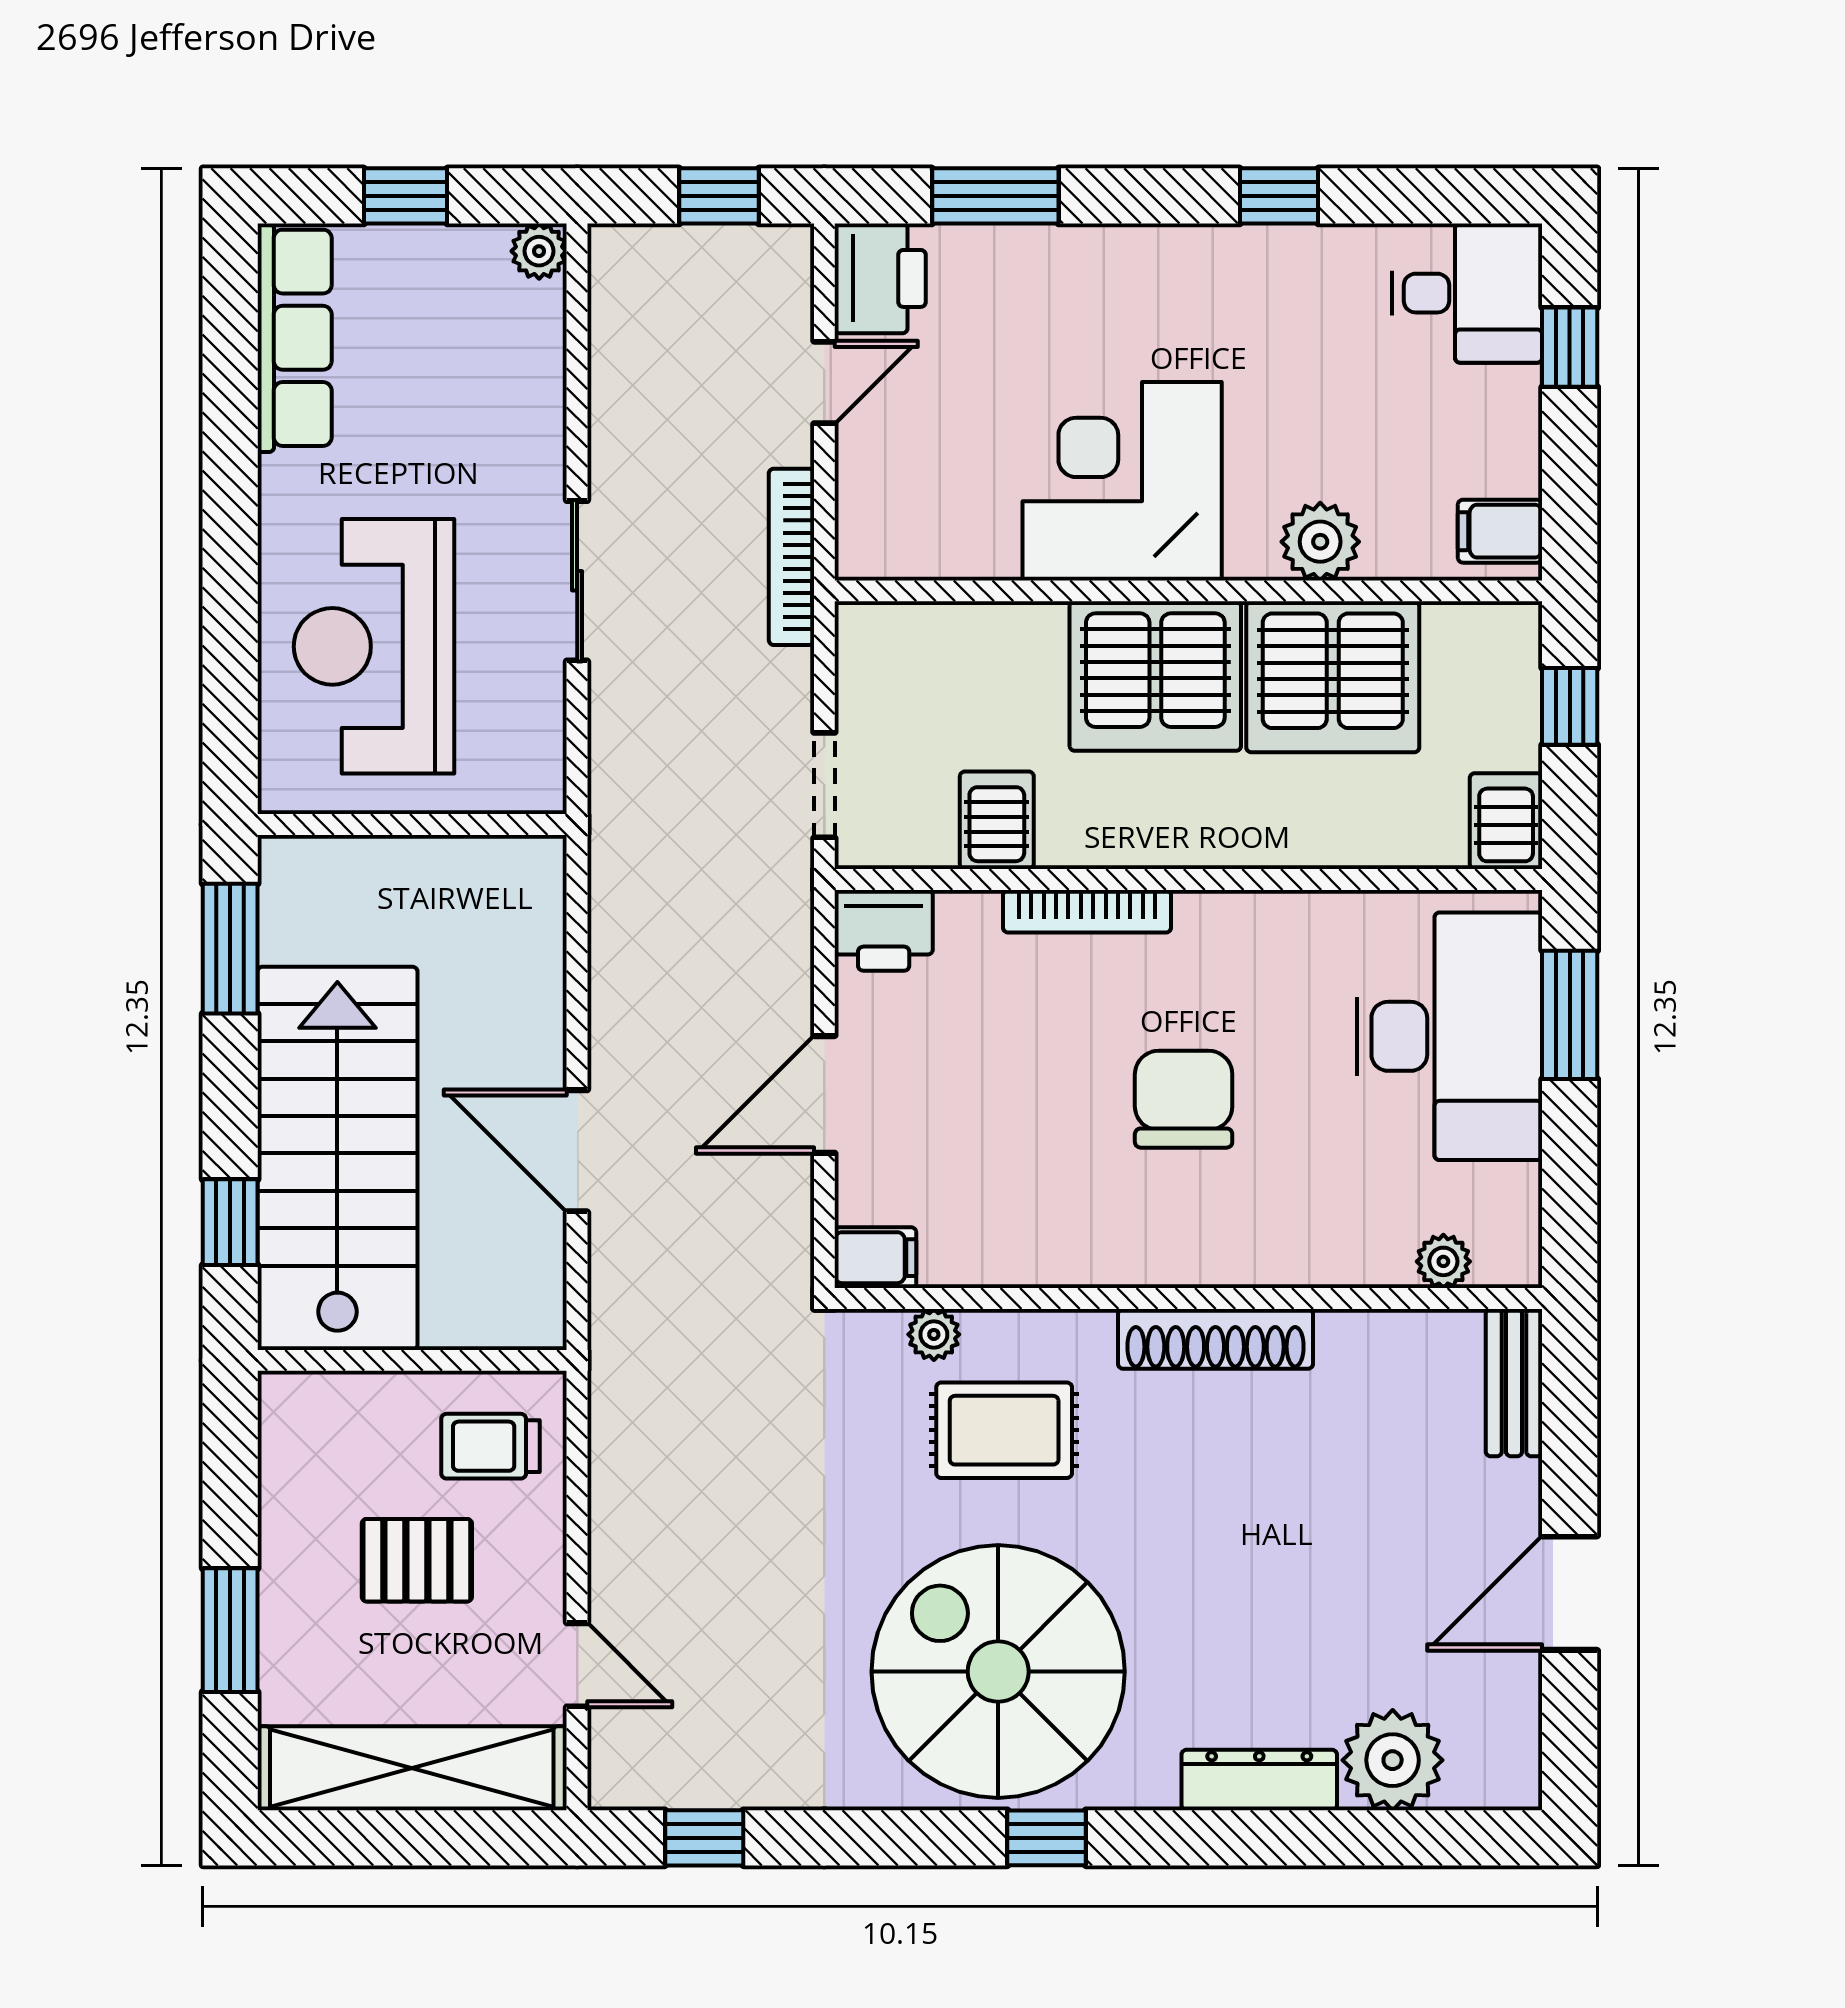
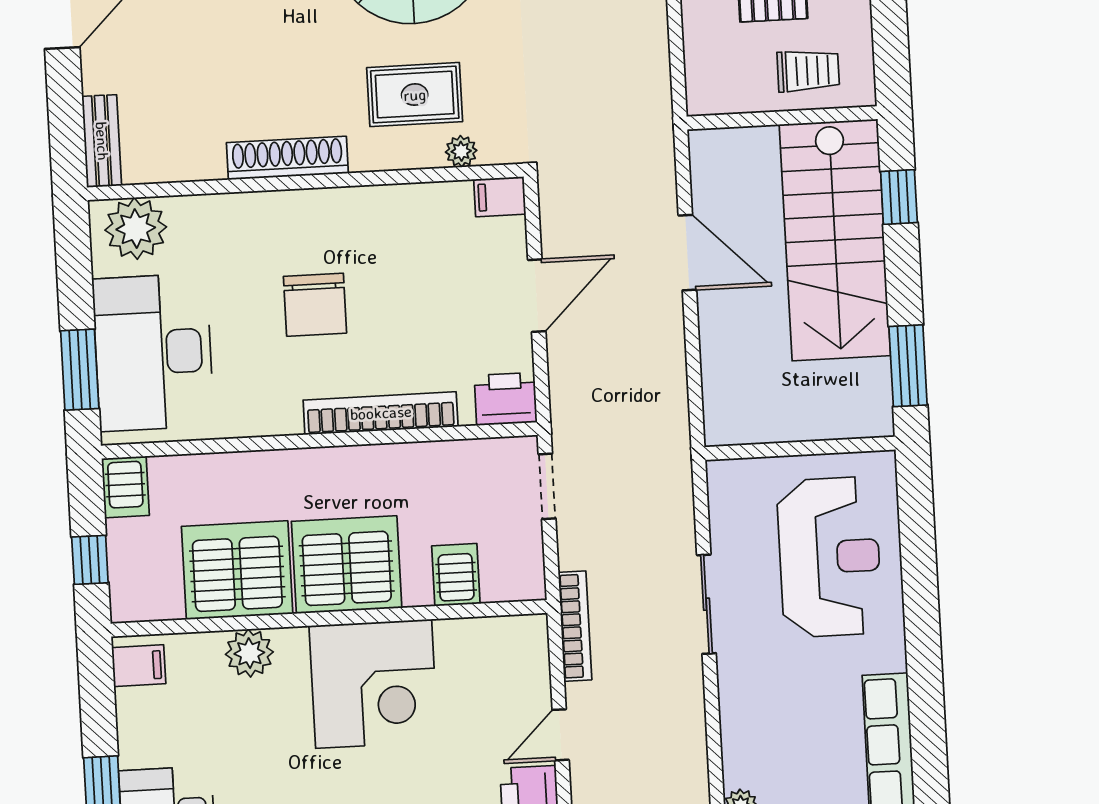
server rack: (997, 820) -> (456, 575), moved, turned 180
bookcase: (1087, 911) -> (381, 413), width x1.48, depth x1.31
plant: (1443, 1261) -> (136, 229), width x1.87, depth x1.87
trolley: (491, 1446) -> (808, 71), moved

